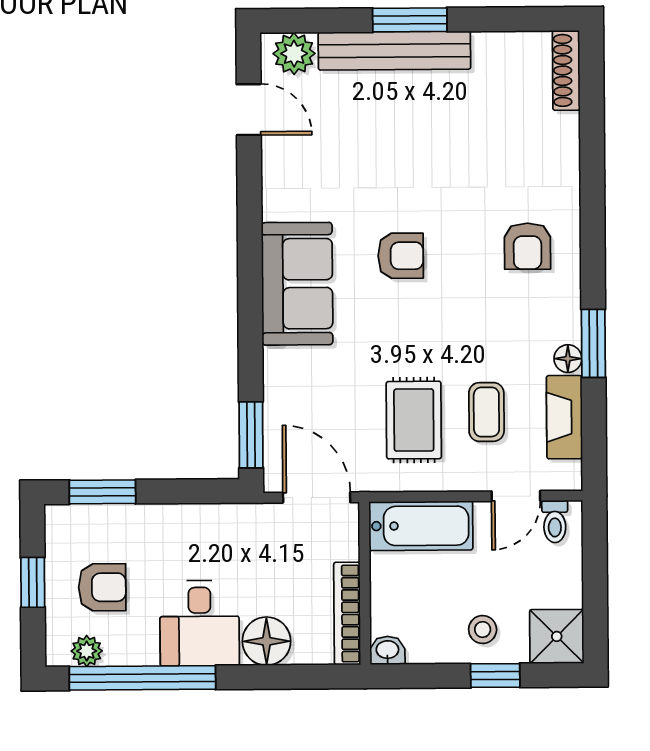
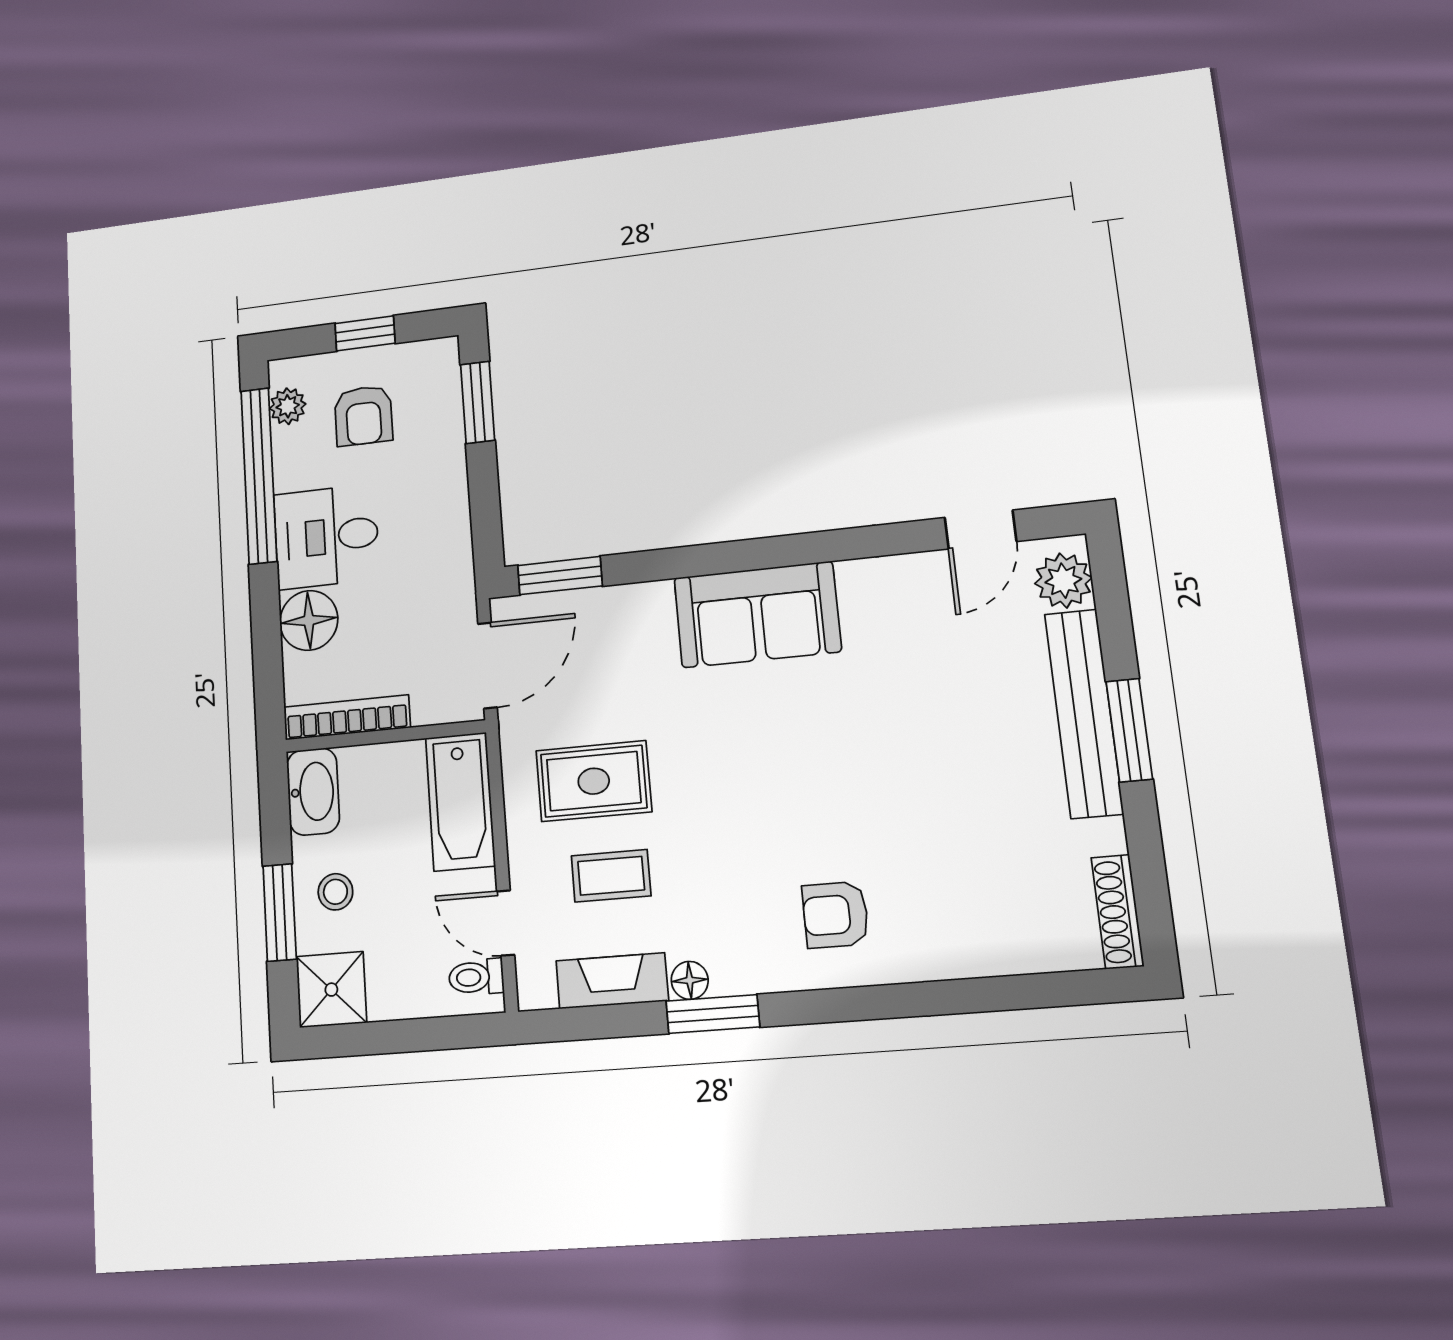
shoe rack: (566, 70) -> (1118, 912), moved, turned -90
armchair: (401, 256) -> (806, 746), removed
washbasin: (387, 650) -> (313, 792), width x1.91, depth x1.45
window: (495, 676) -> (280, 912), width x1.50

